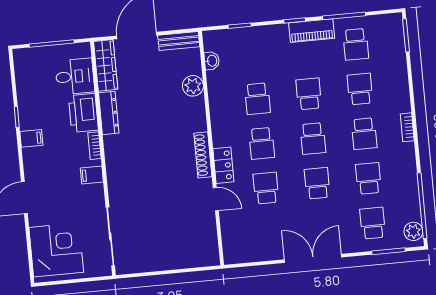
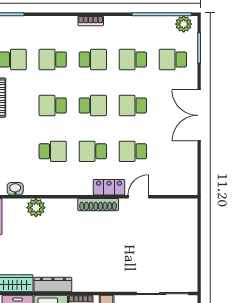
school desk: (262, 143) -> (93, 151), turned 180

